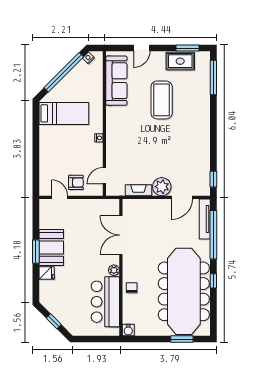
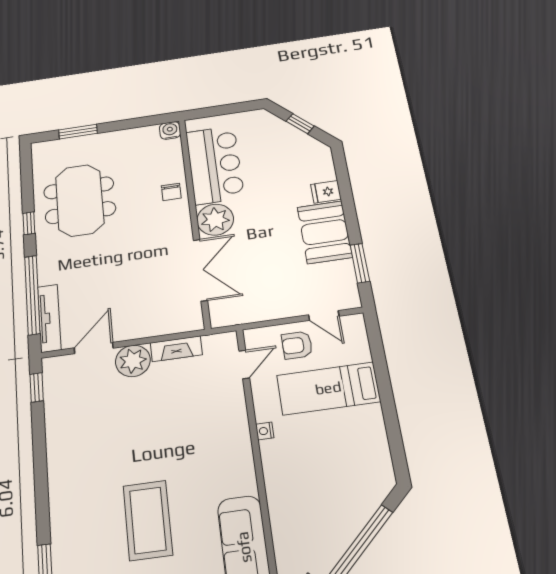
bed: (64, 113) -> (328, 388), moved
window: (36, 252) -> (360, 263), moved
plant: (114, 270) -> (215, 220), width x1.87, depth x1.87
meeting table: (184, 291) -> (80, 200), width x0.54, depth x0.79

